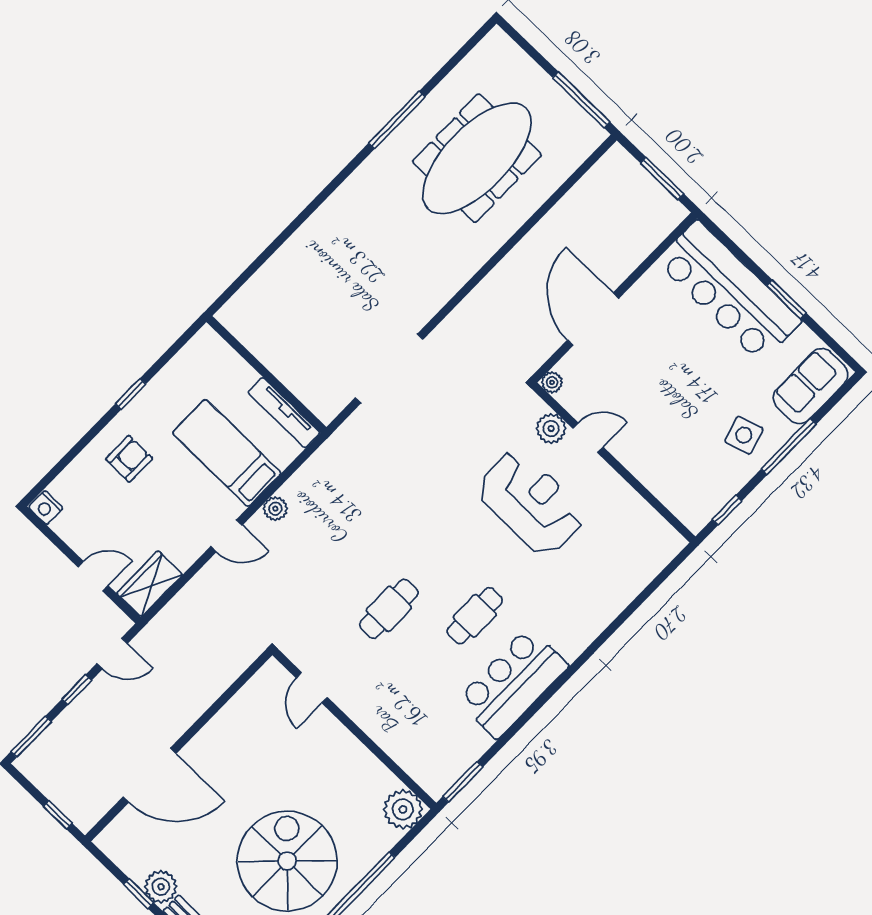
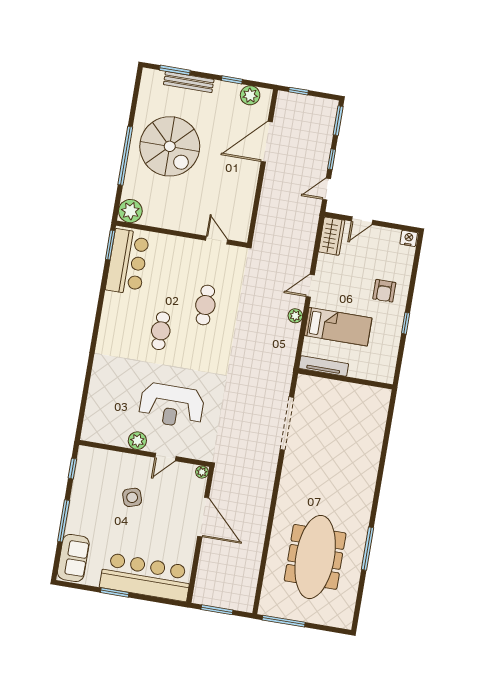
plant: (551, 429) -> (137, 441), moved
side table: (744, 435) -> (132, 497), moved
bar counter: (513, 683) -> (128, 262), moved
plant: (161, 887) -> (250, 95), moved

